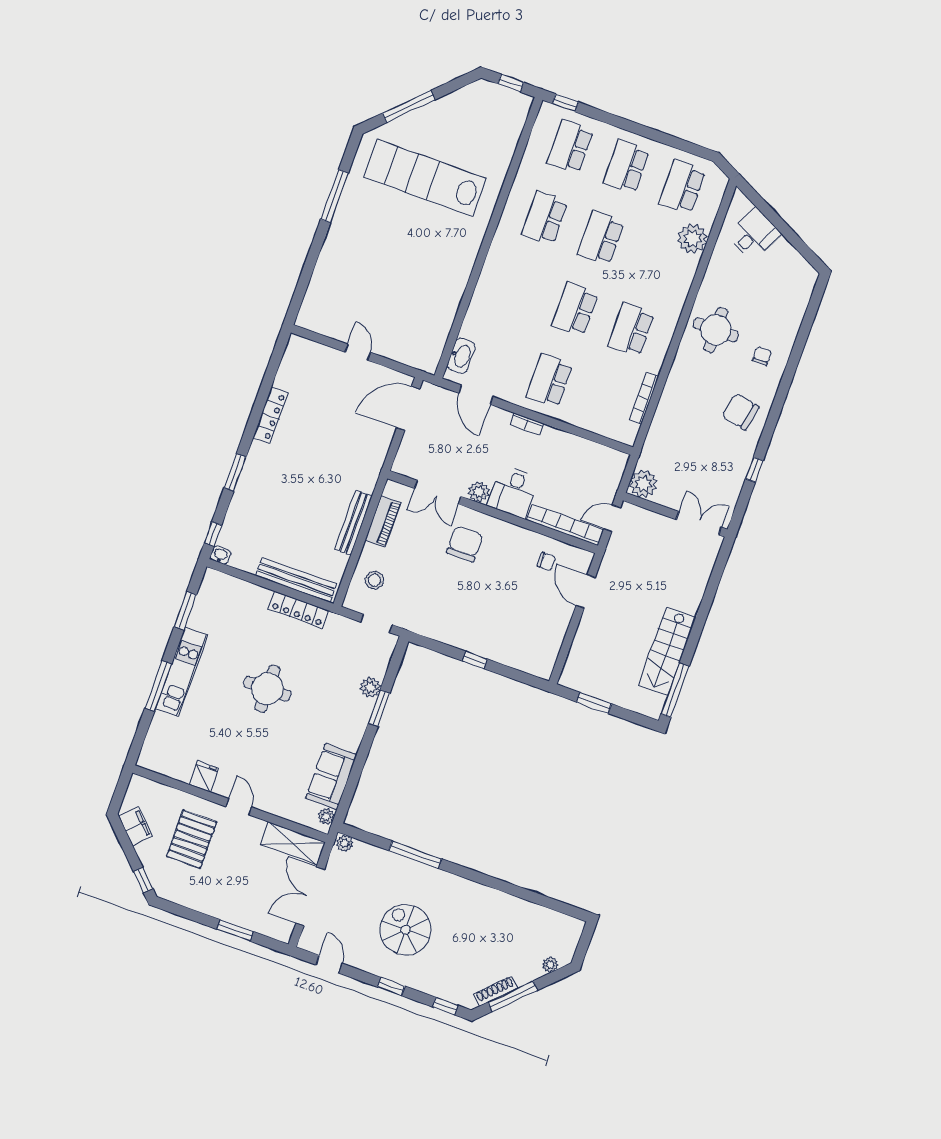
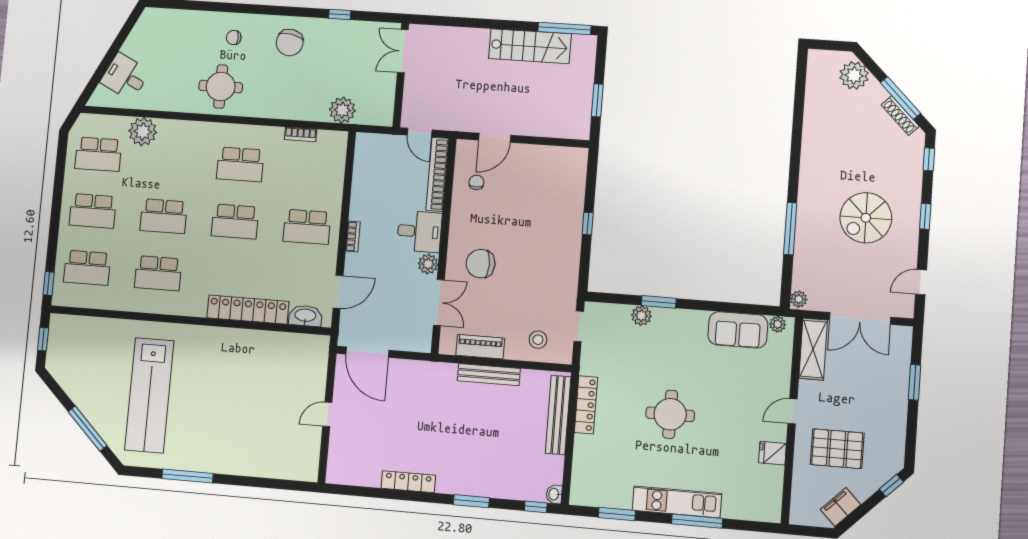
locker: (483, 300) -> (248, 310), added
bookcase: (644, 398) -> (301, 134), width x0.64
plant: (643, 484) -> (342, 110), moved
plant: (550, 965) -> (854, 75), width x1.87, depth x1.87

